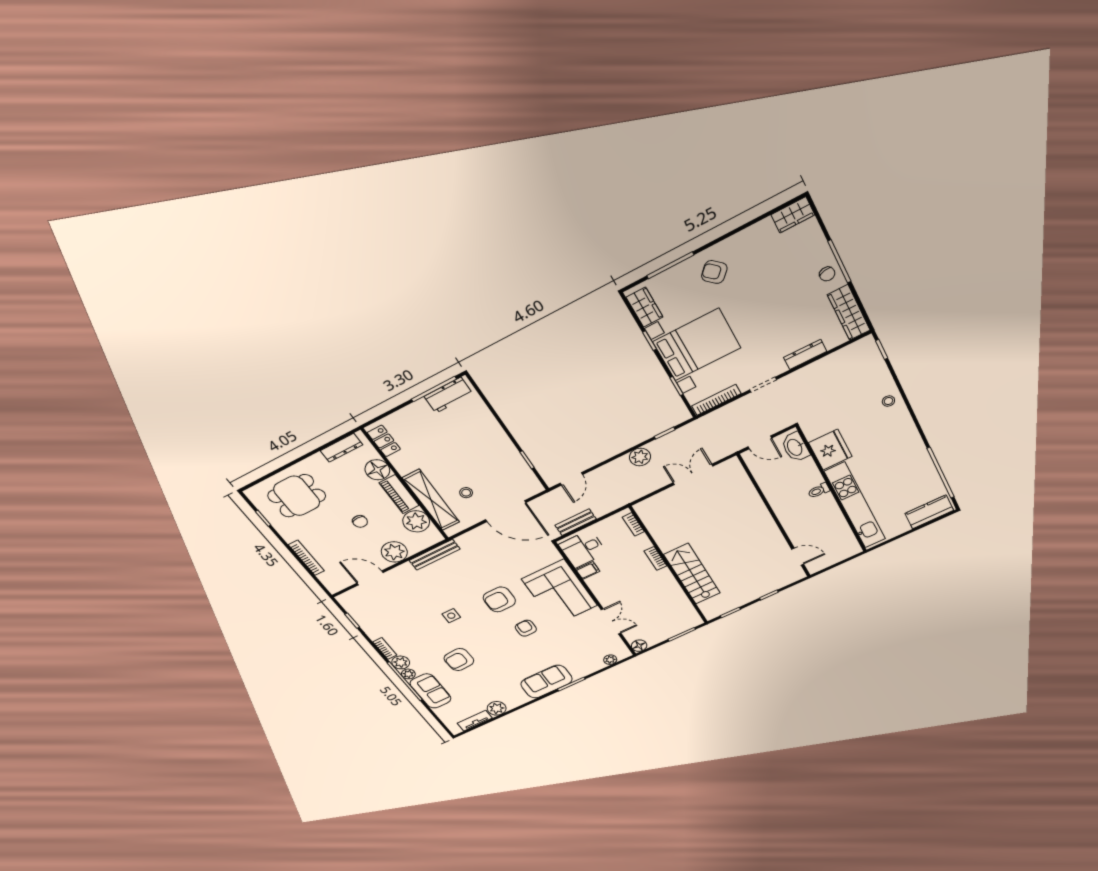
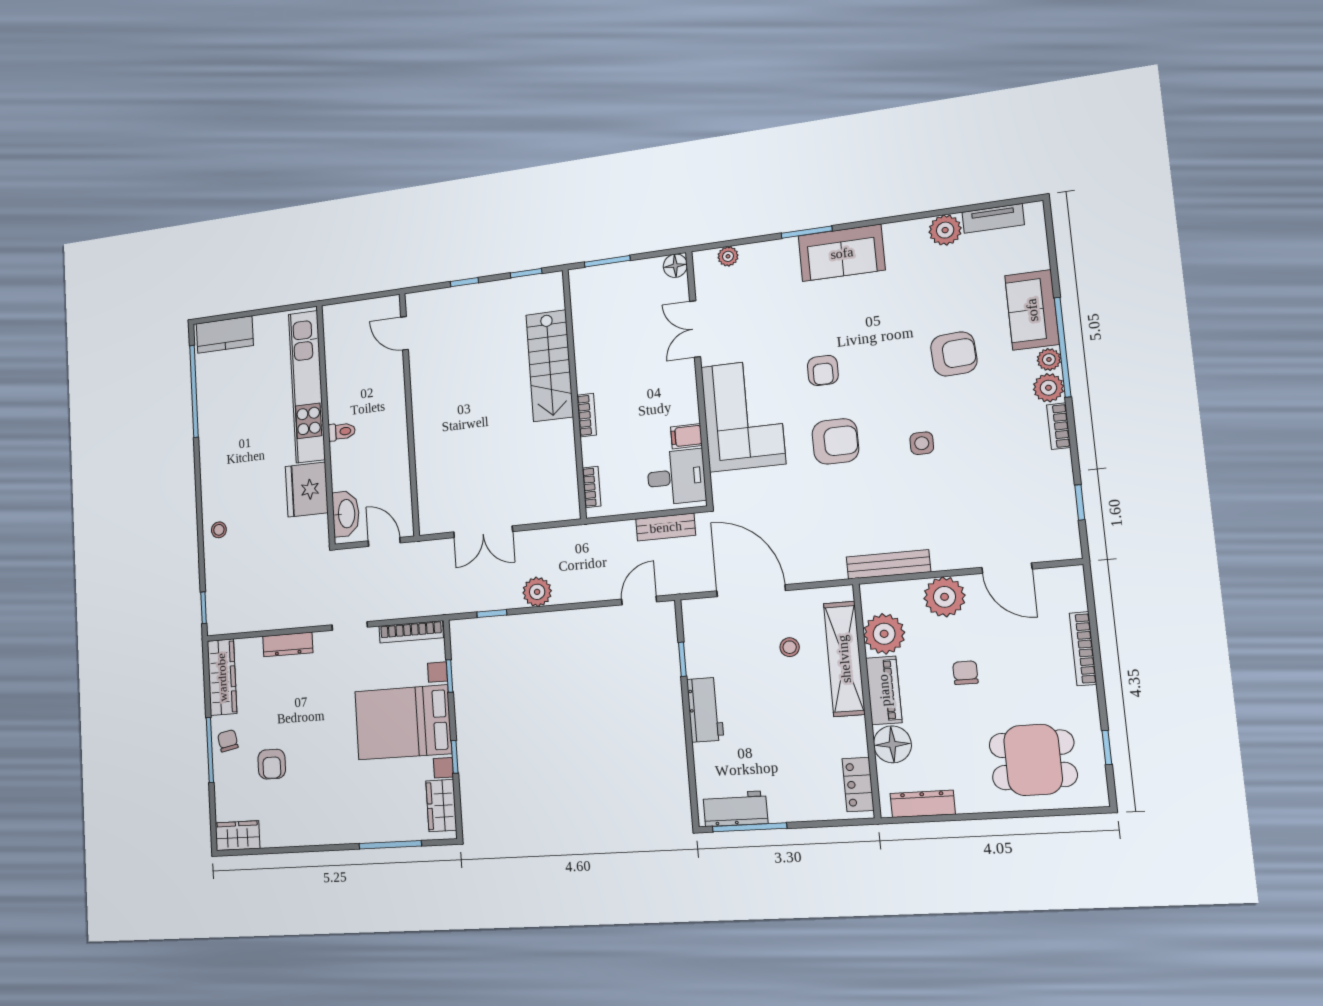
armchair: (714, 272) -> (272, 764), moved, turned 47
workbench: (498, 440) -> (705, 710), added

